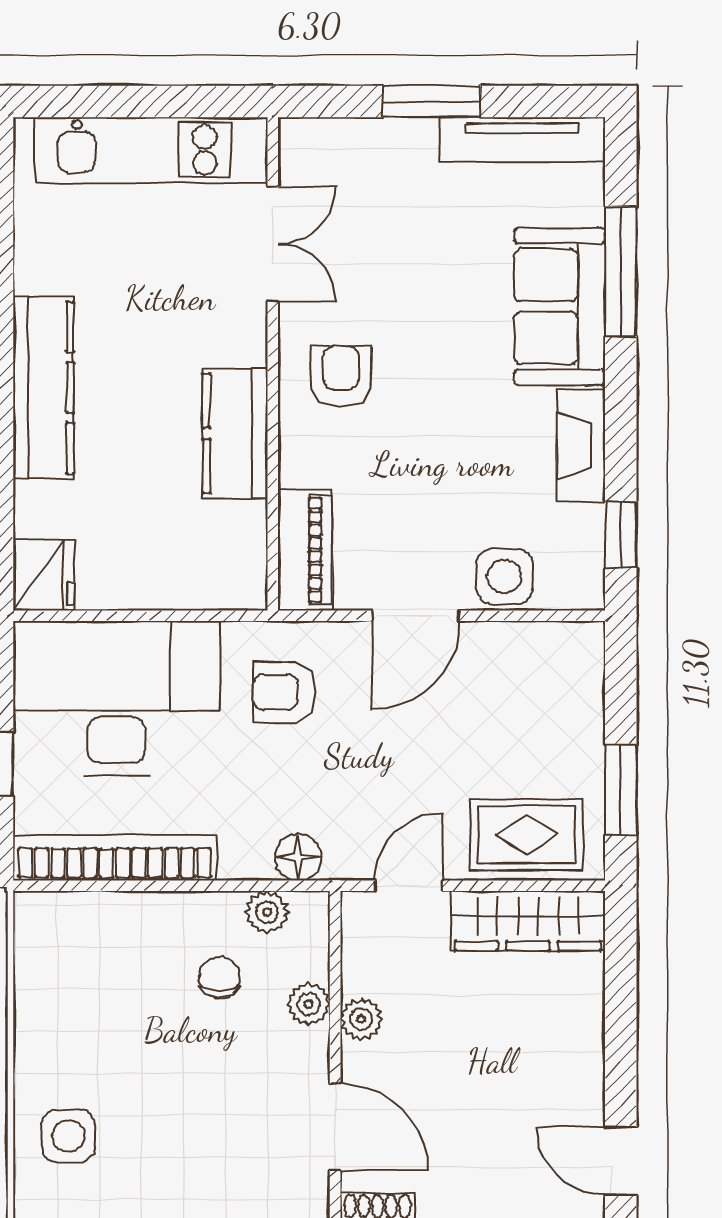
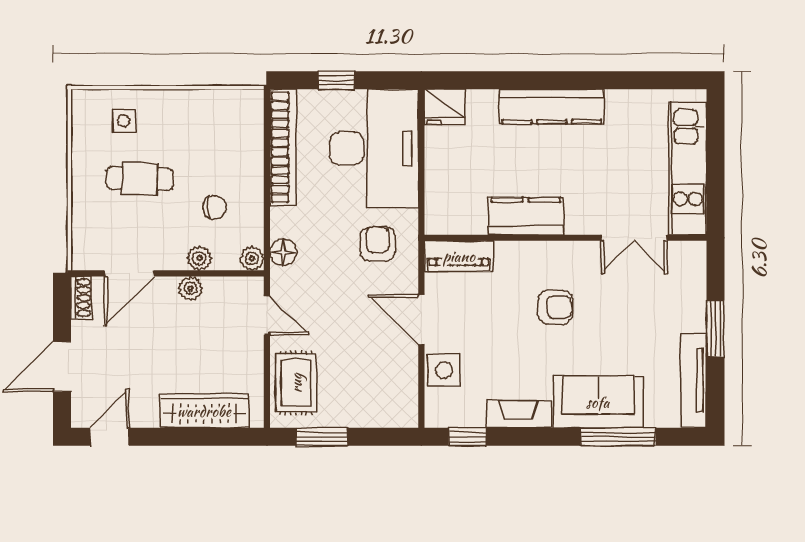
armchair: (341, 376) -> (555, 307), moved
plant: (267, 912) -> (252, 258), moved
wardrobe: (528, 921) -> (204, 411), moved, turned 90
cafe table: (169, 1108) -> (140, 179), added
side table: (68, 1136) -> (124, 121), width x0.73, depth x0.73

